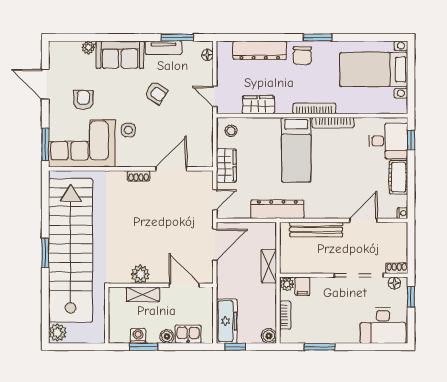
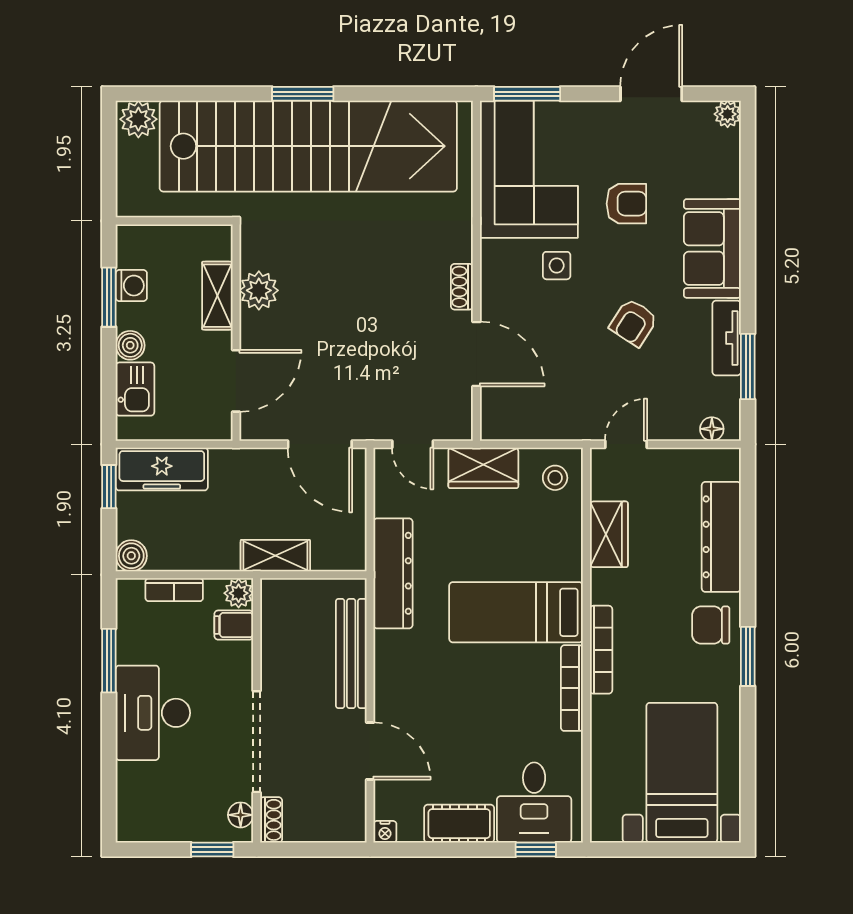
plant: (88, 47) -> (728, 114), moved
armchair: (83, 100) -> (626, 204), moved
desk: (383, 325) -> (153, 713), moved

